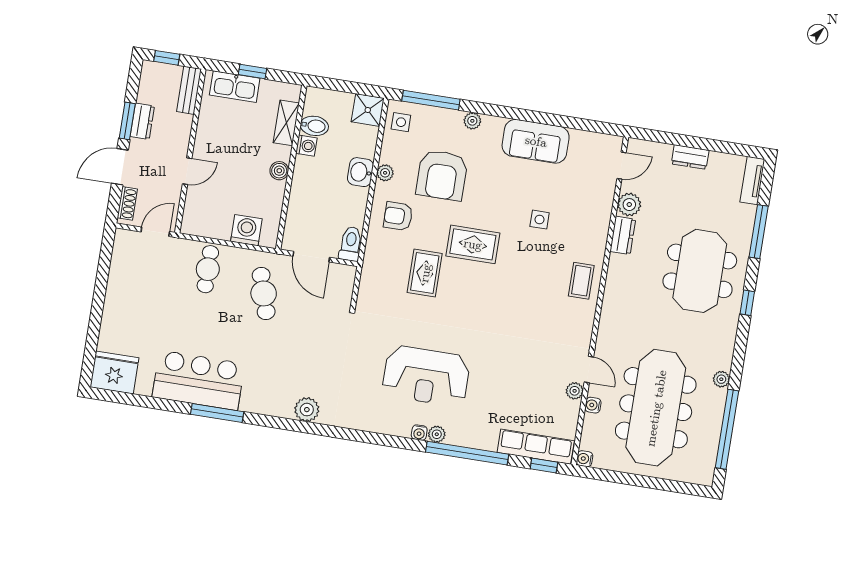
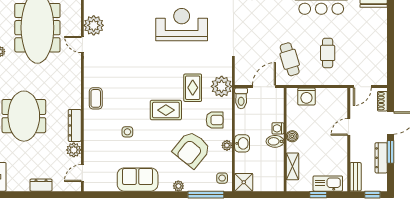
dresser: (142, 121) -> (381, 158), width x1.44
bidet: (314, 126) -> (275, 141), moved
washing machine: (306, 146) -> (278, 128), moved
armchair: (442, 175) -> (192, 150), turned -141
dresser: (623, 235) -> (75, 125), width x1.44
door: (311, 257) -> (264, 87), hinge flipped
plant: (379, 268) -> (222, 86), added
cafe table: (208, 269) -> (328, 53), moved
plant: (575, 391) -> (94, 25), width x1.88, depth x1.88
water cooler: (593, 405) -> (76, 23), removed

